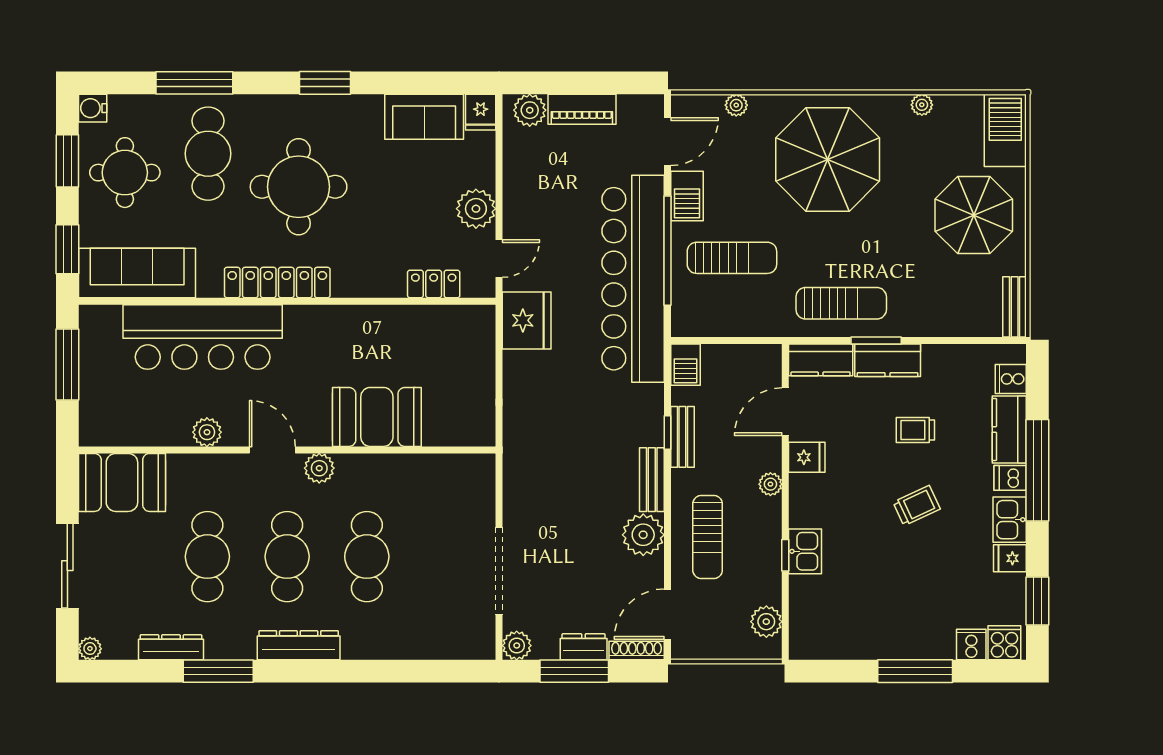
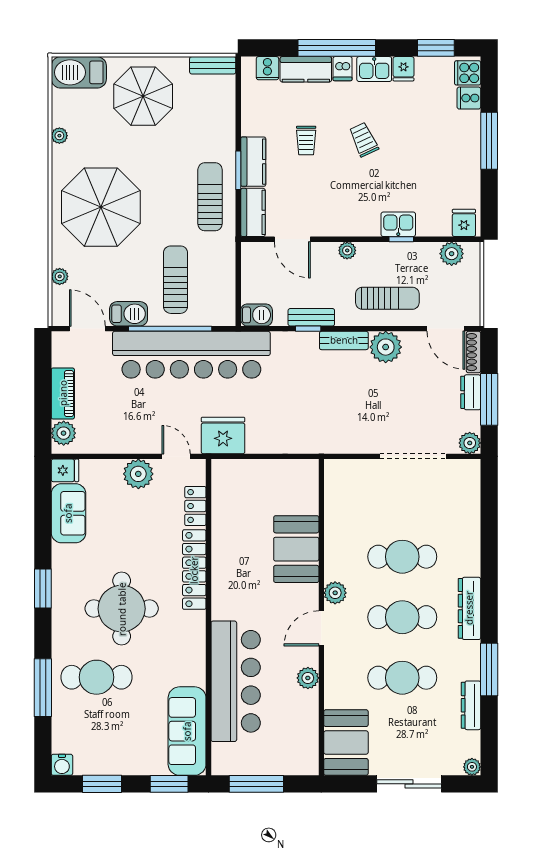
round table: (125, 173) -> (111, 740), removed
locker: (277, 283) -> (194, 570), moved
fridge: (807, 457) -> (464, 223), moved

